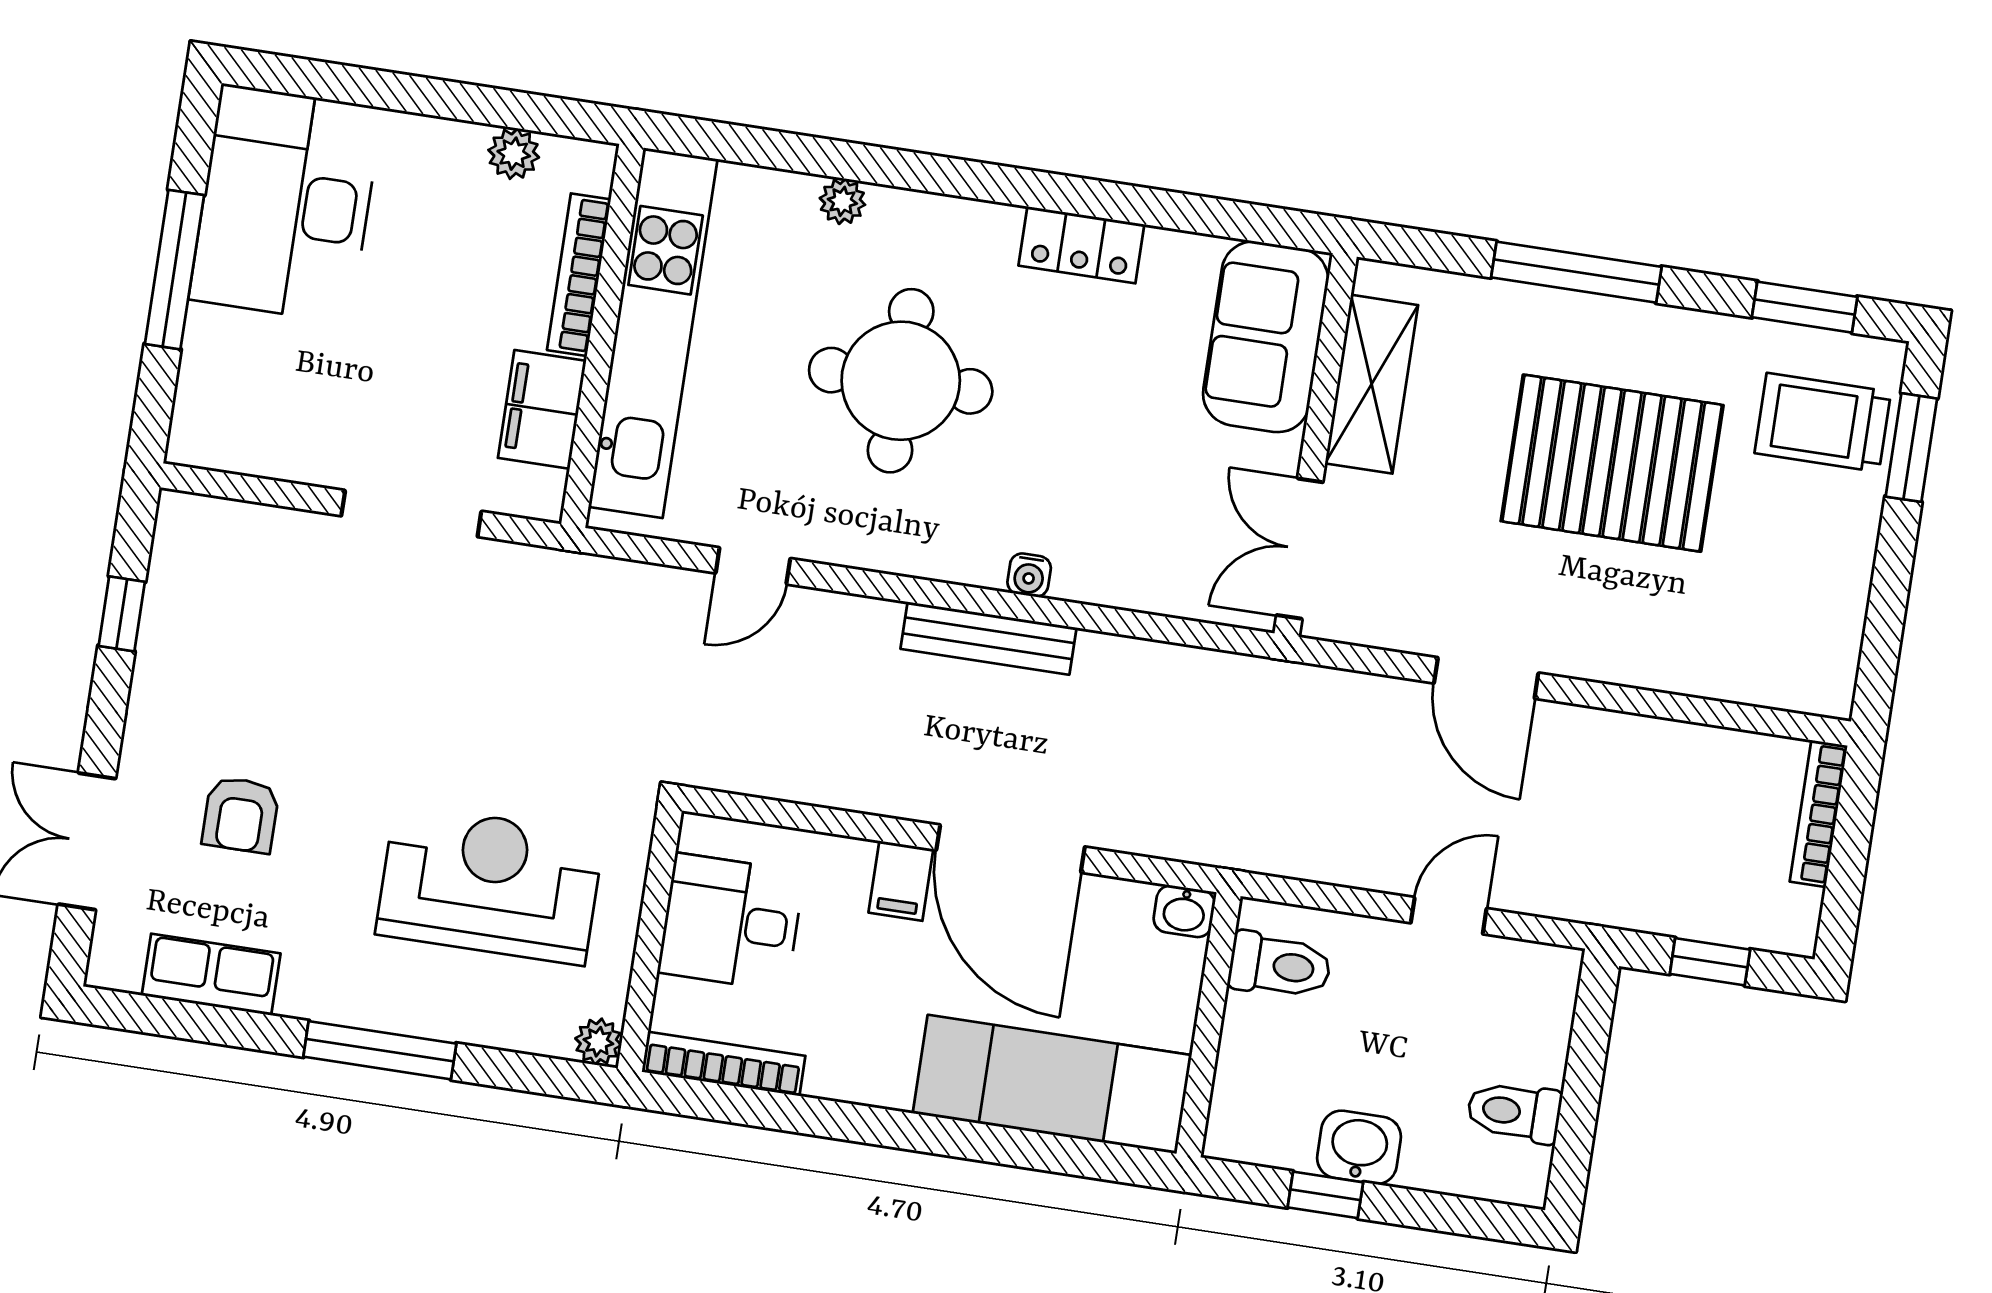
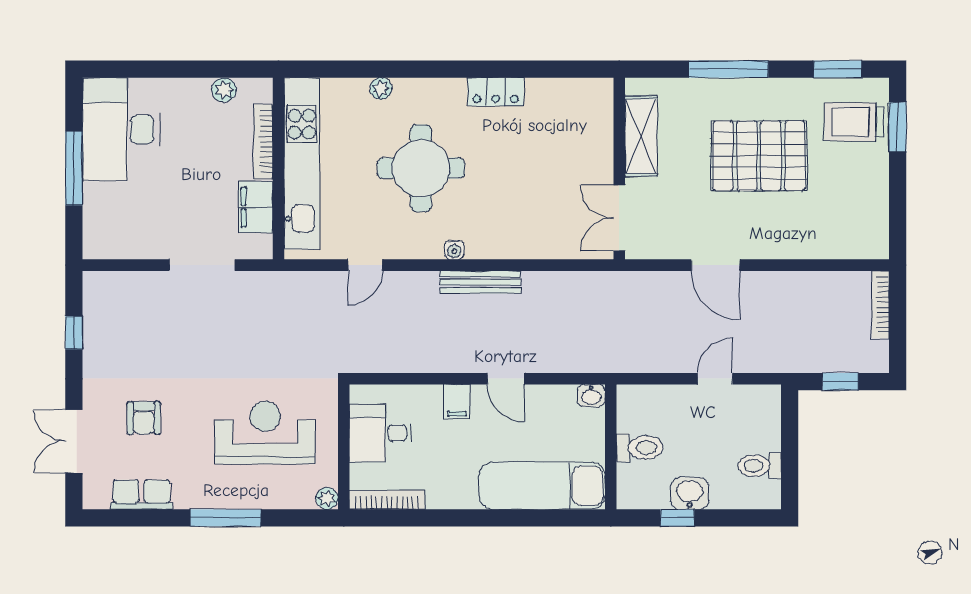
sofa: (1266, 337) -> (588, 122), removed
water cooler: (1029, 575) -> (454, 250), moved
door: (1010, 849) -> (506, 379), width x0.53
toilet: (1280, 966) -> (640, 448), moved

